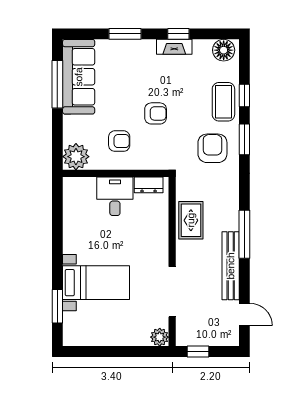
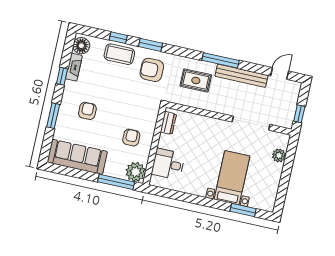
fireplace: (174, 47) -> (74, 67), moved
window: (57, 84) -> (116, 182), moved
armchair: (156, 113) -> (87, 111), moved
desk: (115, 196) -> (168, 164), moved
rug: (191, 220) -> (196, 80), moved
plant: (160, 337) -> (279, 156), moved

